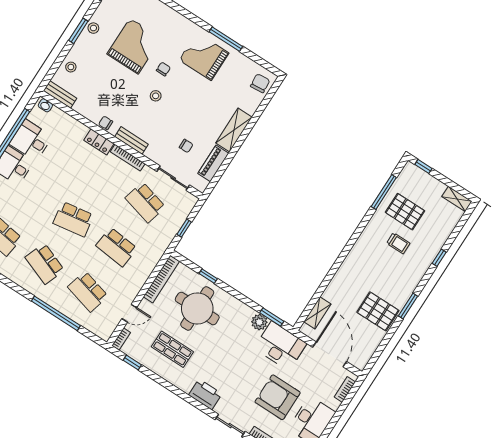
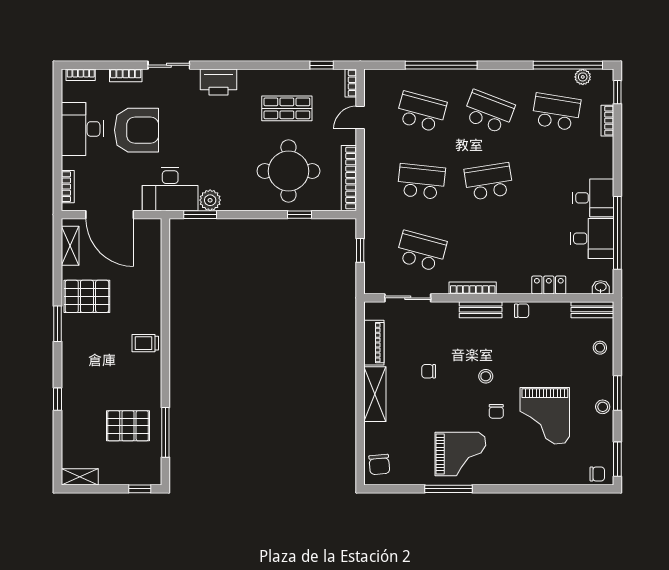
locker: (99, 142) -> (549, 285), moved
chair: (186, 146) -> (429, 371), moved
trolley: (398, 243) -> (145, 343), moved
shelving: (317, 313) -> (70, 246), moved

